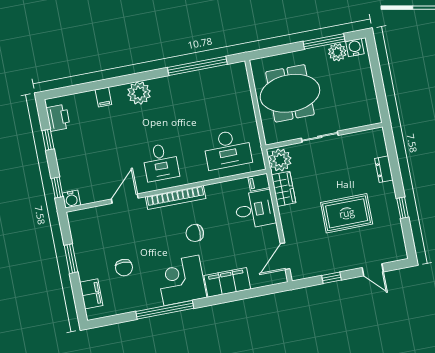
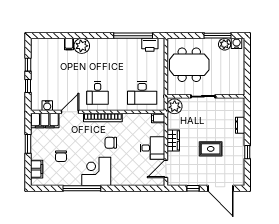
plant: (139, 93) -> (82, 46), moved
printer: (58, 118) -> (150, 45), moved, turned 90
window: (57, 187) -> (28, 86), moved
wardrobe: (283, 189) -> (173, 140), moved
water cooler: (71, 199) -> (47, 106), moved
desk: (255, 209) -> (152, 148), moved
rug: (347, 213) -> (211, 149), width x0.73, depth x0.70
door: (373, 270) -> (221, 188), width x1.88
filing cabinet: (227, 282) -> (45, 121), moved, turned 180

